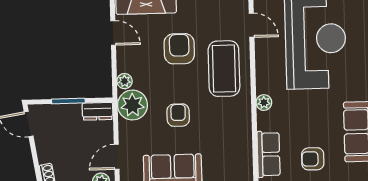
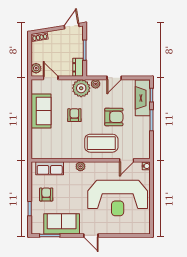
door: (113, 33) -> (114, 78), moved
armchair: (178, 115) -> (74, 115), turned -90

